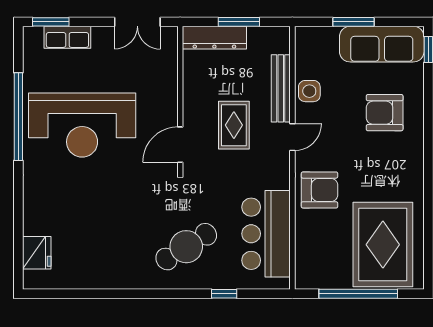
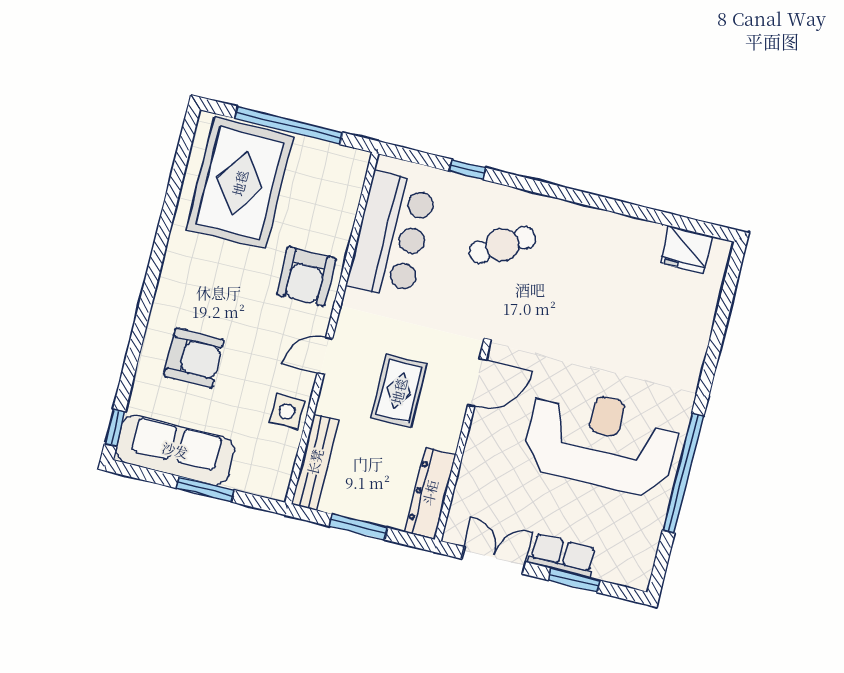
window: (51, 22) -> (574, 580), moved
row of seats: (67, 37) -> (562, 556), moved
dresser: (214, 38) -> (430, 493), moved, turned -90
bench: (281, 88) -> (315, 462), moved
armchair: (319, 190) -> (306, 276), turned -90
cafe table: (186, 247) -> (502, 245), width x0.73, depth x0.74
fridge: (37, 253) -> (686, 250), moved, turned -90

